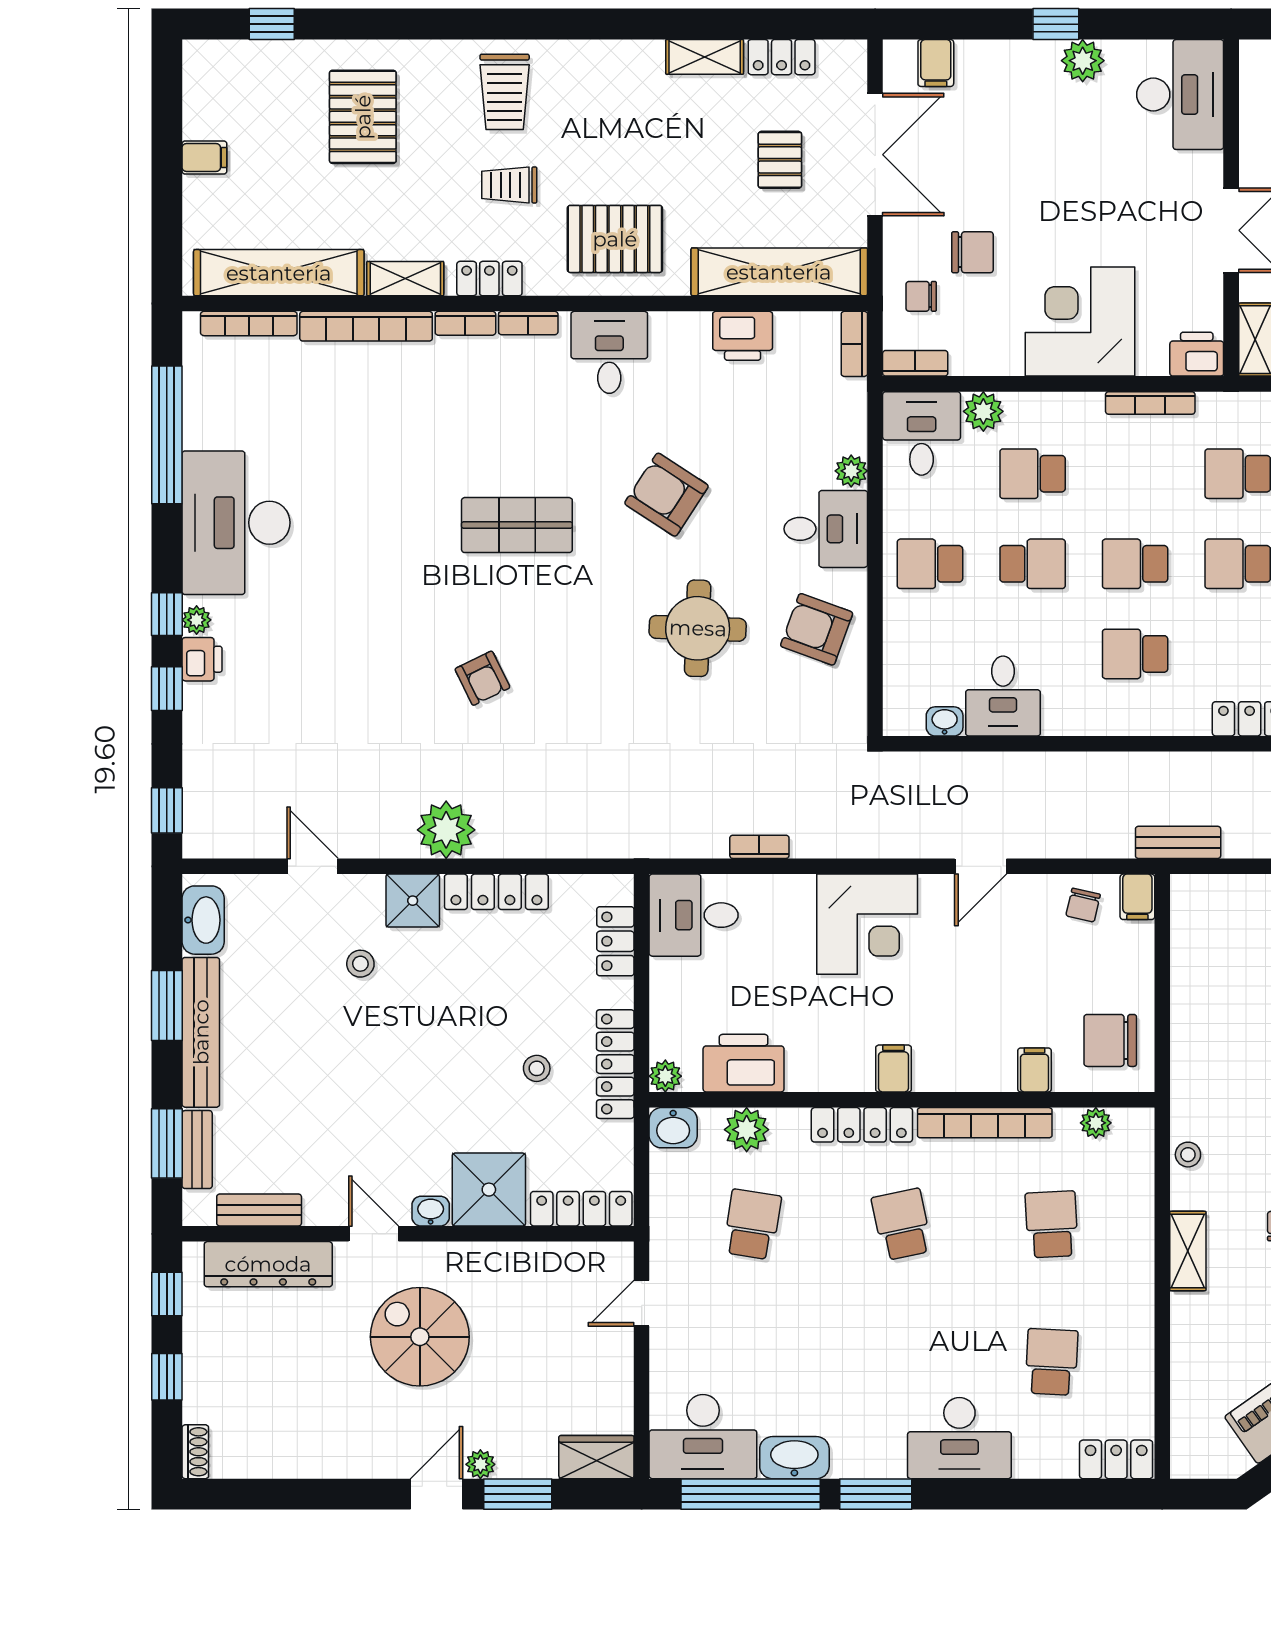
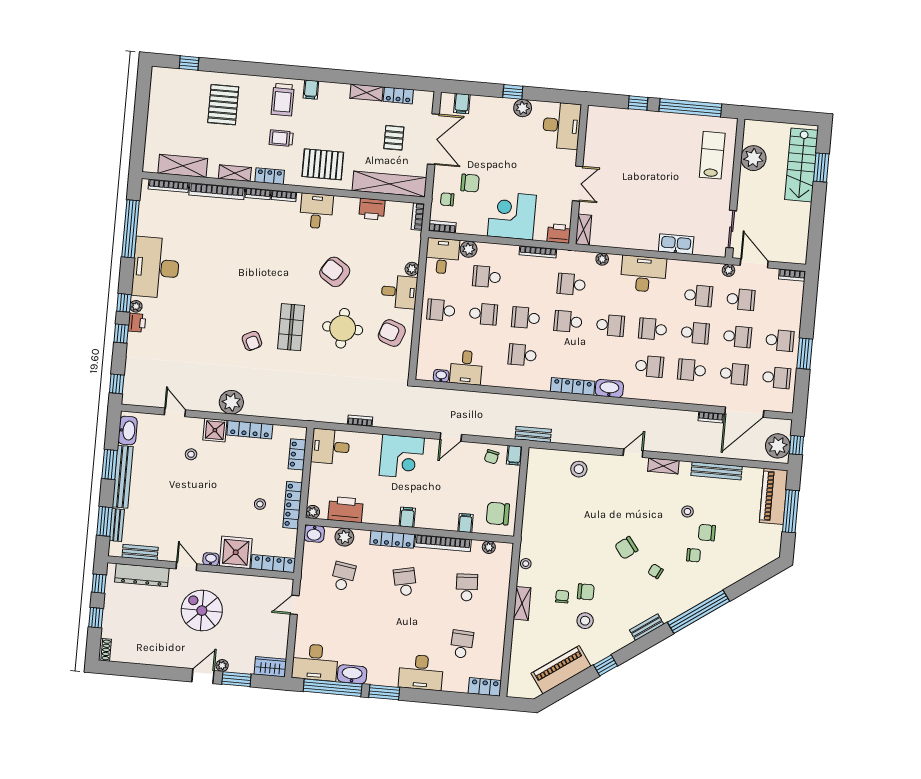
filing cabinet: (204, 157) -> (311, 90), moved, turned 90
shelving: (279, 273) -> (183, 166), width x0.68
shop shelf: (517, 525) -> (291, 327), moved, turned 90

